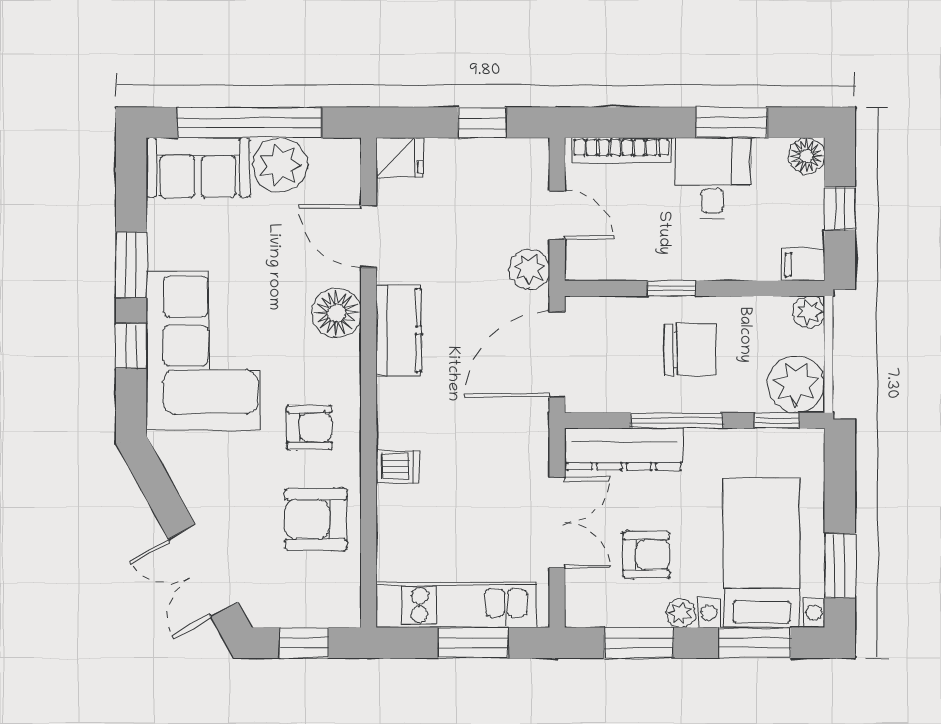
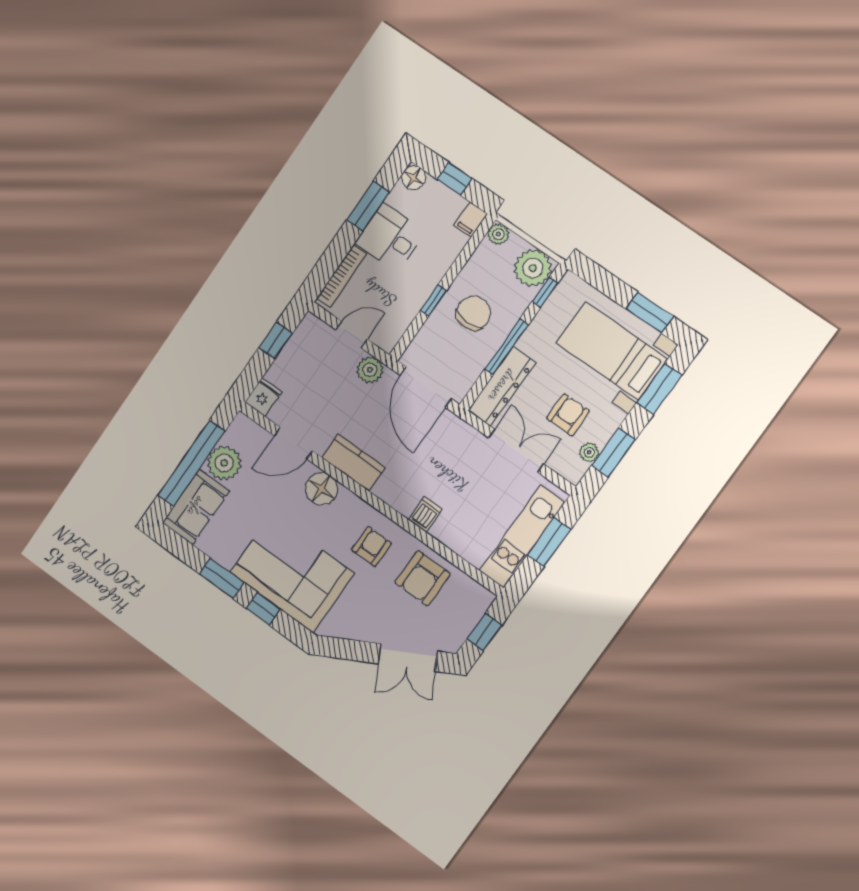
plant: (681, 613) -> (589, 452), moved

